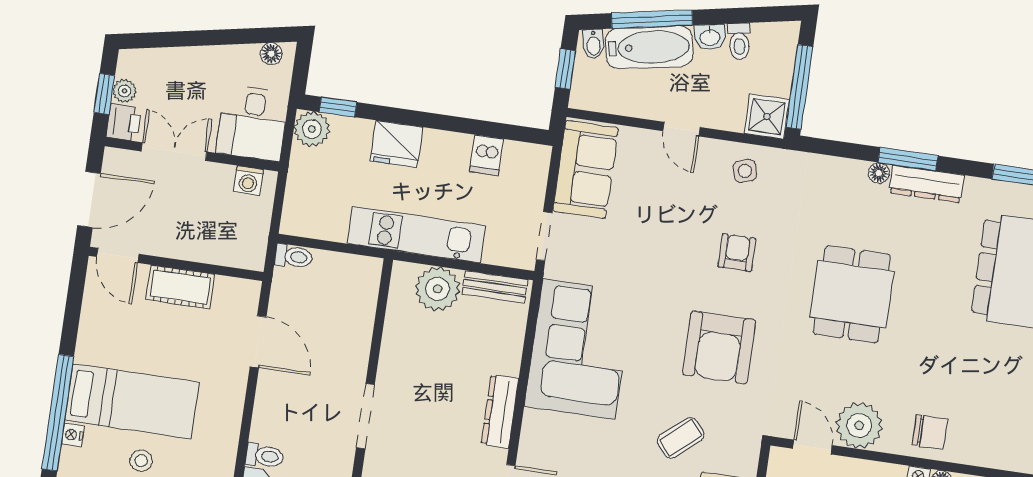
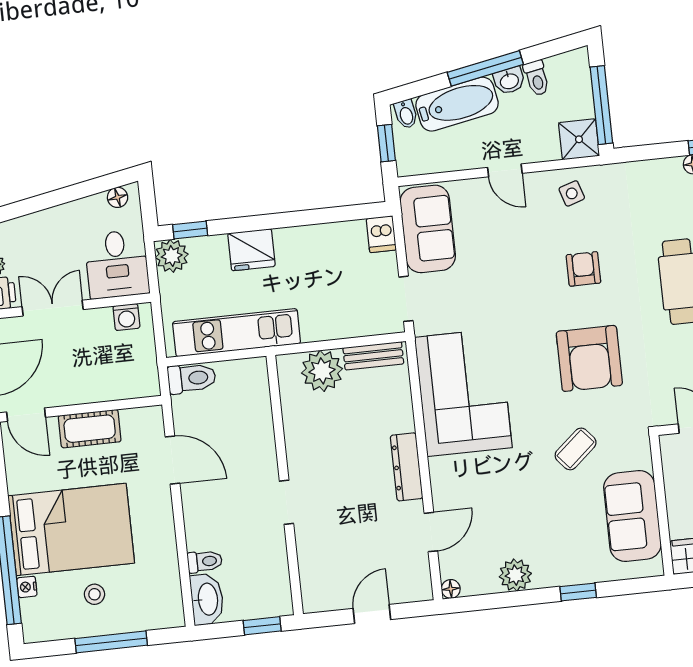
window: (652, 19) -> (485, 68), moved
dishwasher: (486, 155) -> (381, 234), moved
kitchen unit: (416, 235) -> (237, 333), moved
toilet: (294, 257) -> (192, 378), width x1.37, depth x1.39
bed: (132, 401) -> (71, 529), width x1.50
doorway: (365, 416) -> (286, 502), width x0.73

